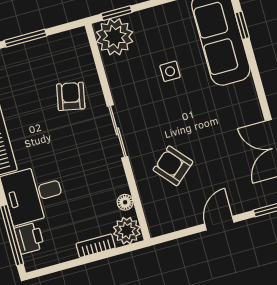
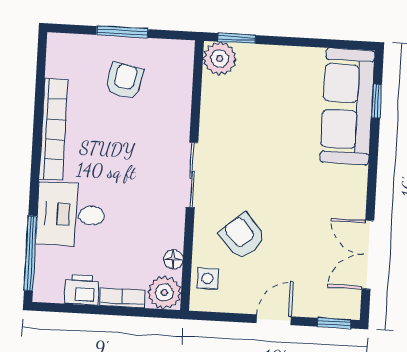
plant: (115, 37) -> (220, 59), width x0.73, depth x0.73
side table: (170, 71) -> (208, 279), moved
armchair: (71, 96) -> (124, 81), moved
printer: (29, 238) -> (82, 290), moved, turned -90

